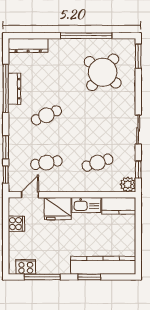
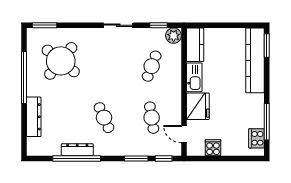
dresser: (28, 45) -> (34, 117), moved
cafe table: (98, 163) -> (152, 66), turned 39
window: (89, 277) -> (267, 46), moved

